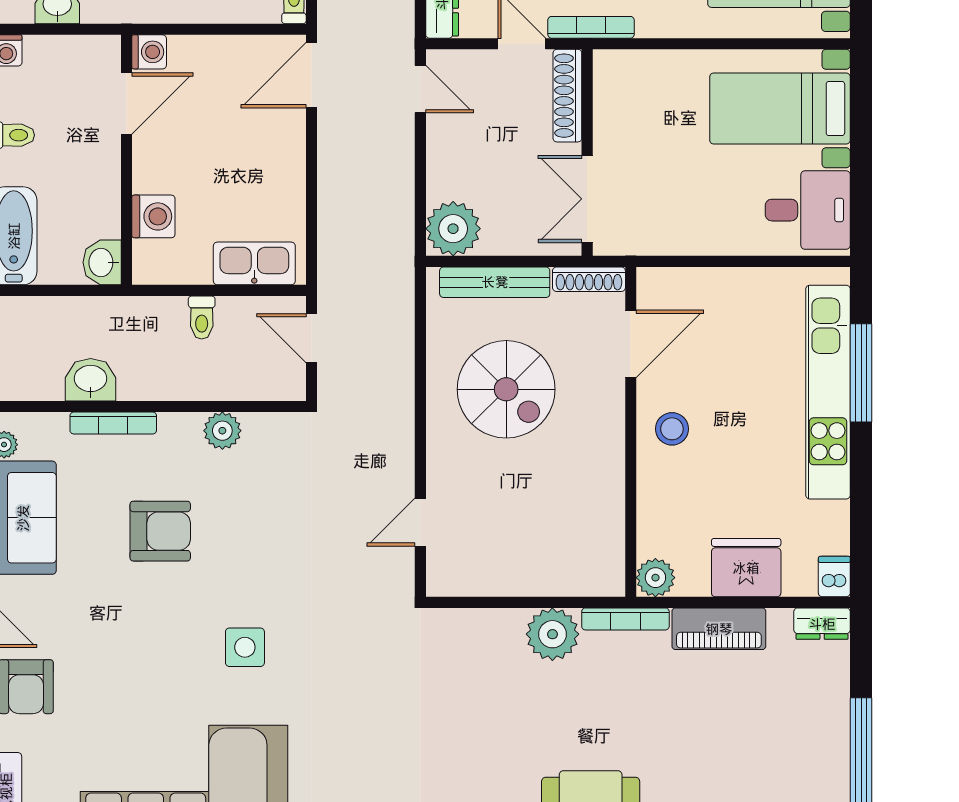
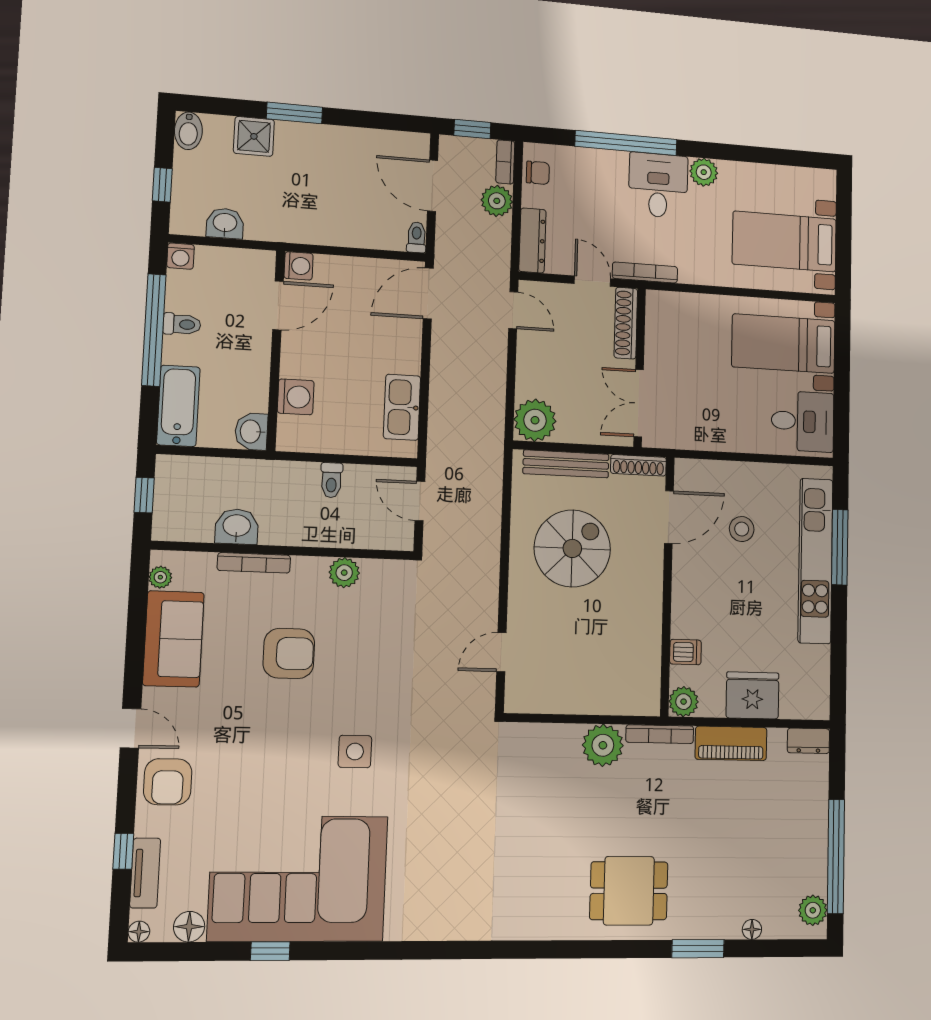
kitchen sink: (254, 263) -> (402, 407), moved, turned -90
spiral stairs: (506, 389) -> (572, 548), turned -90
stool: (672, 429) -> (742, 529), moved
dishwasher: (834, 577) -> (686, 652), moved, turned 90

